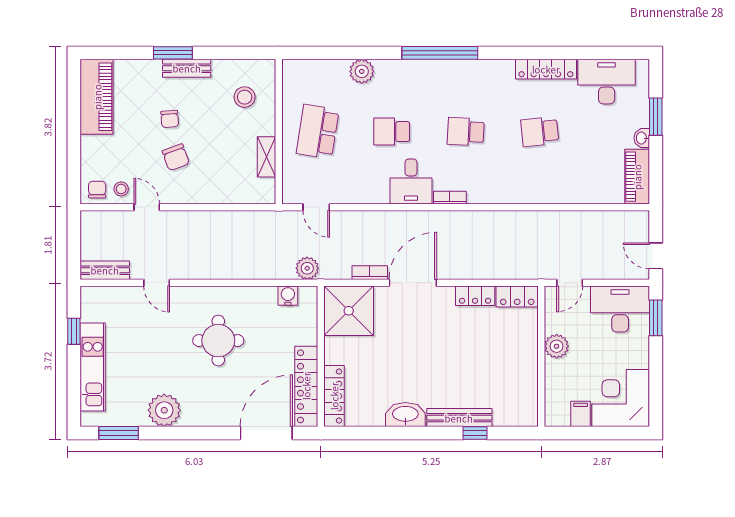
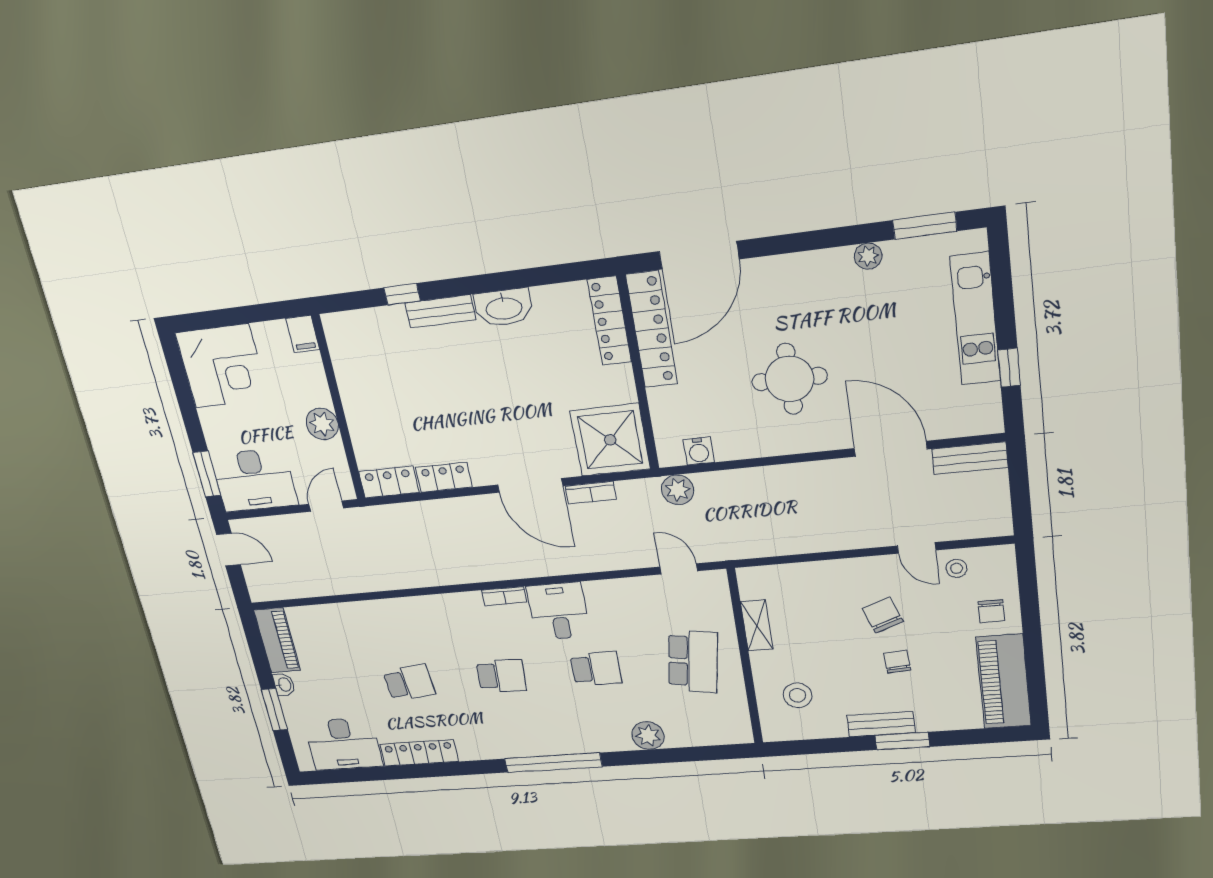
chair: (97, 190) -> (991, 611), moved
door: (157, 283) -> (891, 449), width x1.88
door: (413, 283) -> (530, 485), hinge flipped
plant: (164, 410) -> (868, 256), width x0.53, depth x0.53
filing cabinet: (581, 414) -> (303, 334), moved
bench: (459, 418) -> (440, 311), width x0.73

